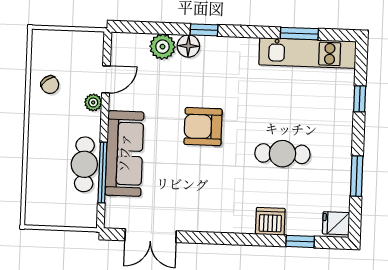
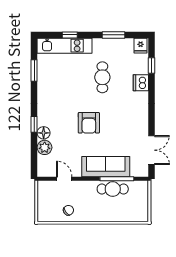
kitchen unit: (308, 53) -> (65, 46), moved, turned 90
plant: (93, 102) -> (78, 185), removed

